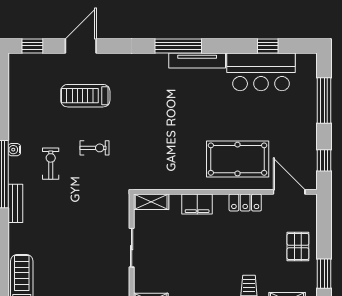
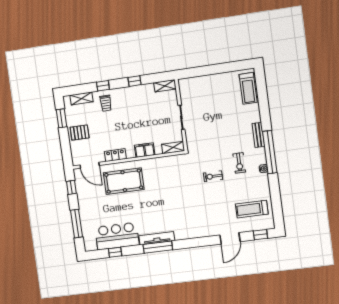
window: (178, 46) -> (158, 247), moved
treadmill: (85, 96) -> (252, 209), moved, turned 180
pallet: (298, 247) -> (80, 133), turned 90

